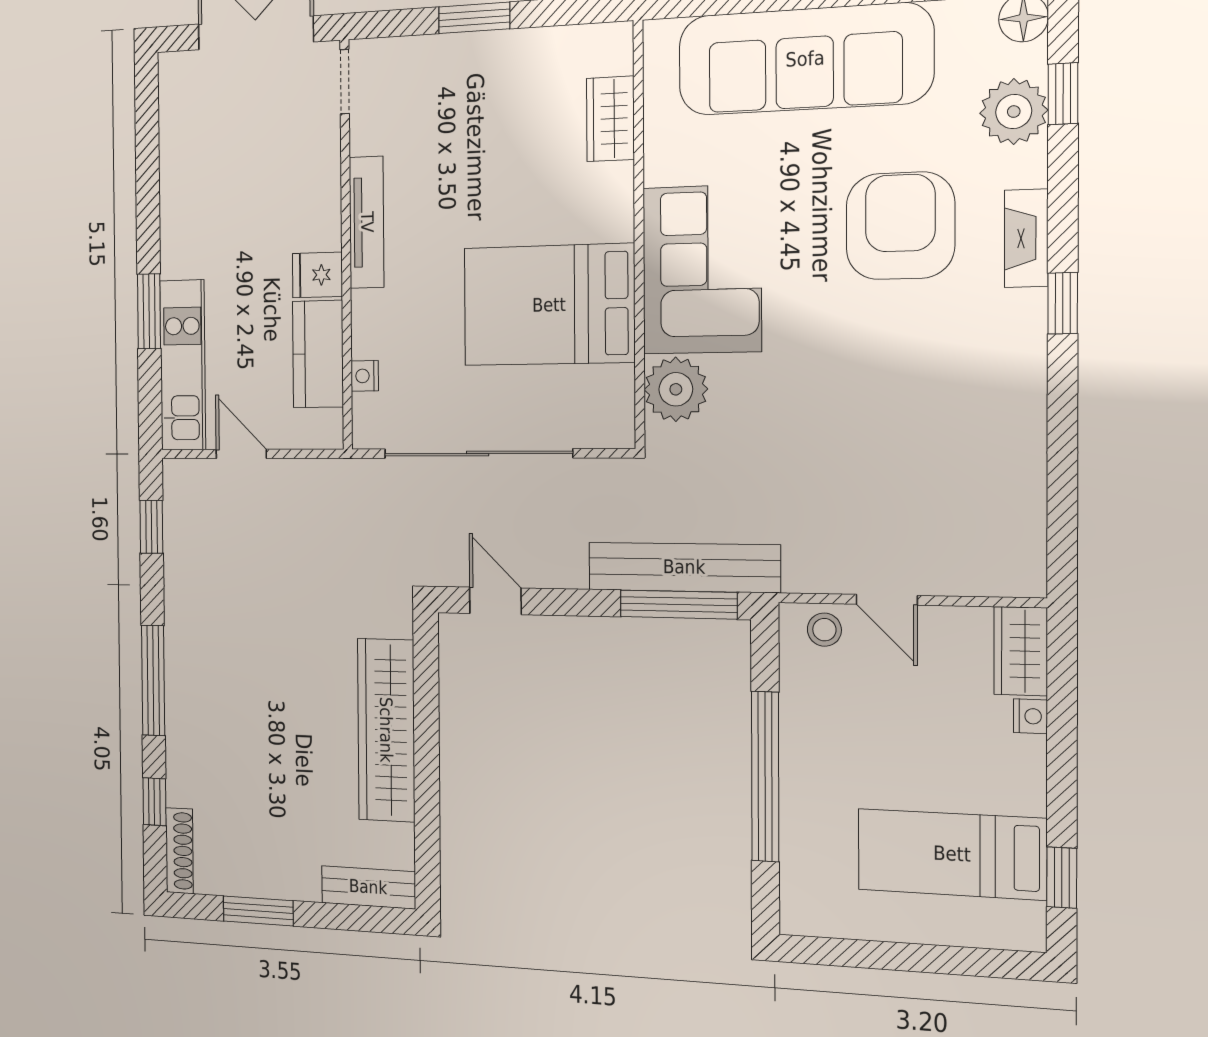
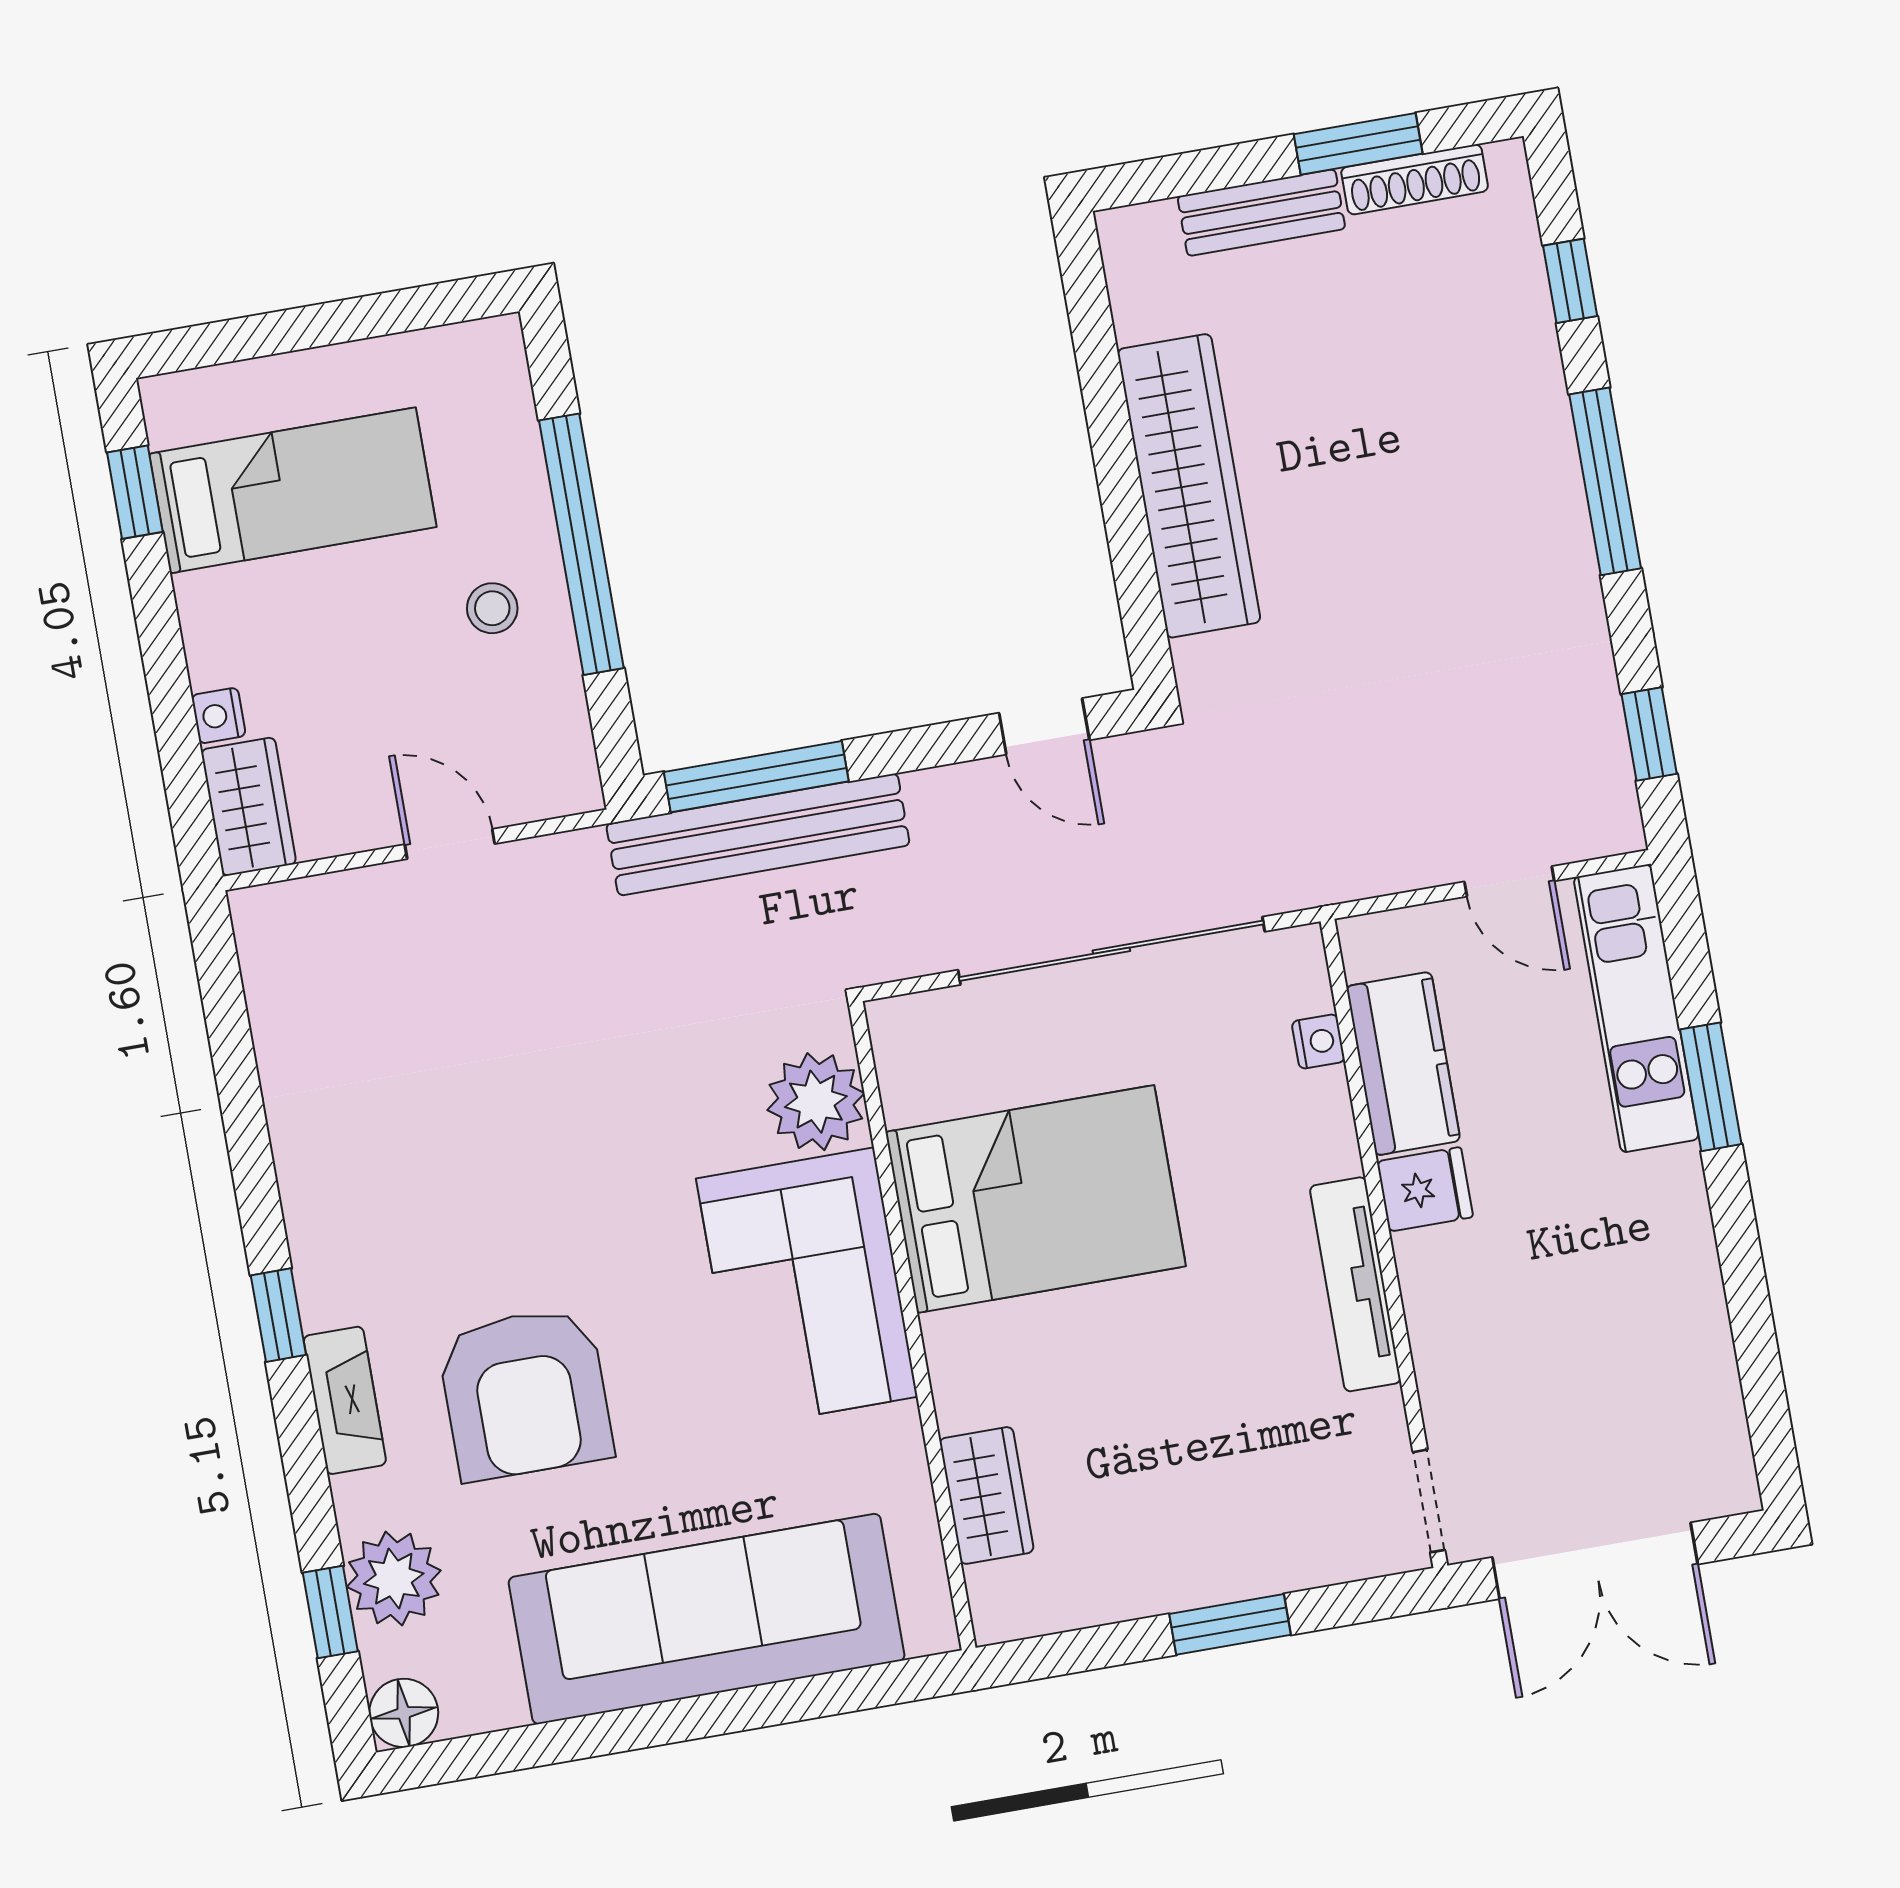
stool: (824, 630) -> (492, 608), moved
shoe rack: (179, 851) -> (1415, 179), moved, turned -90
bench: (368, 887) -> (1261, 213), moved

